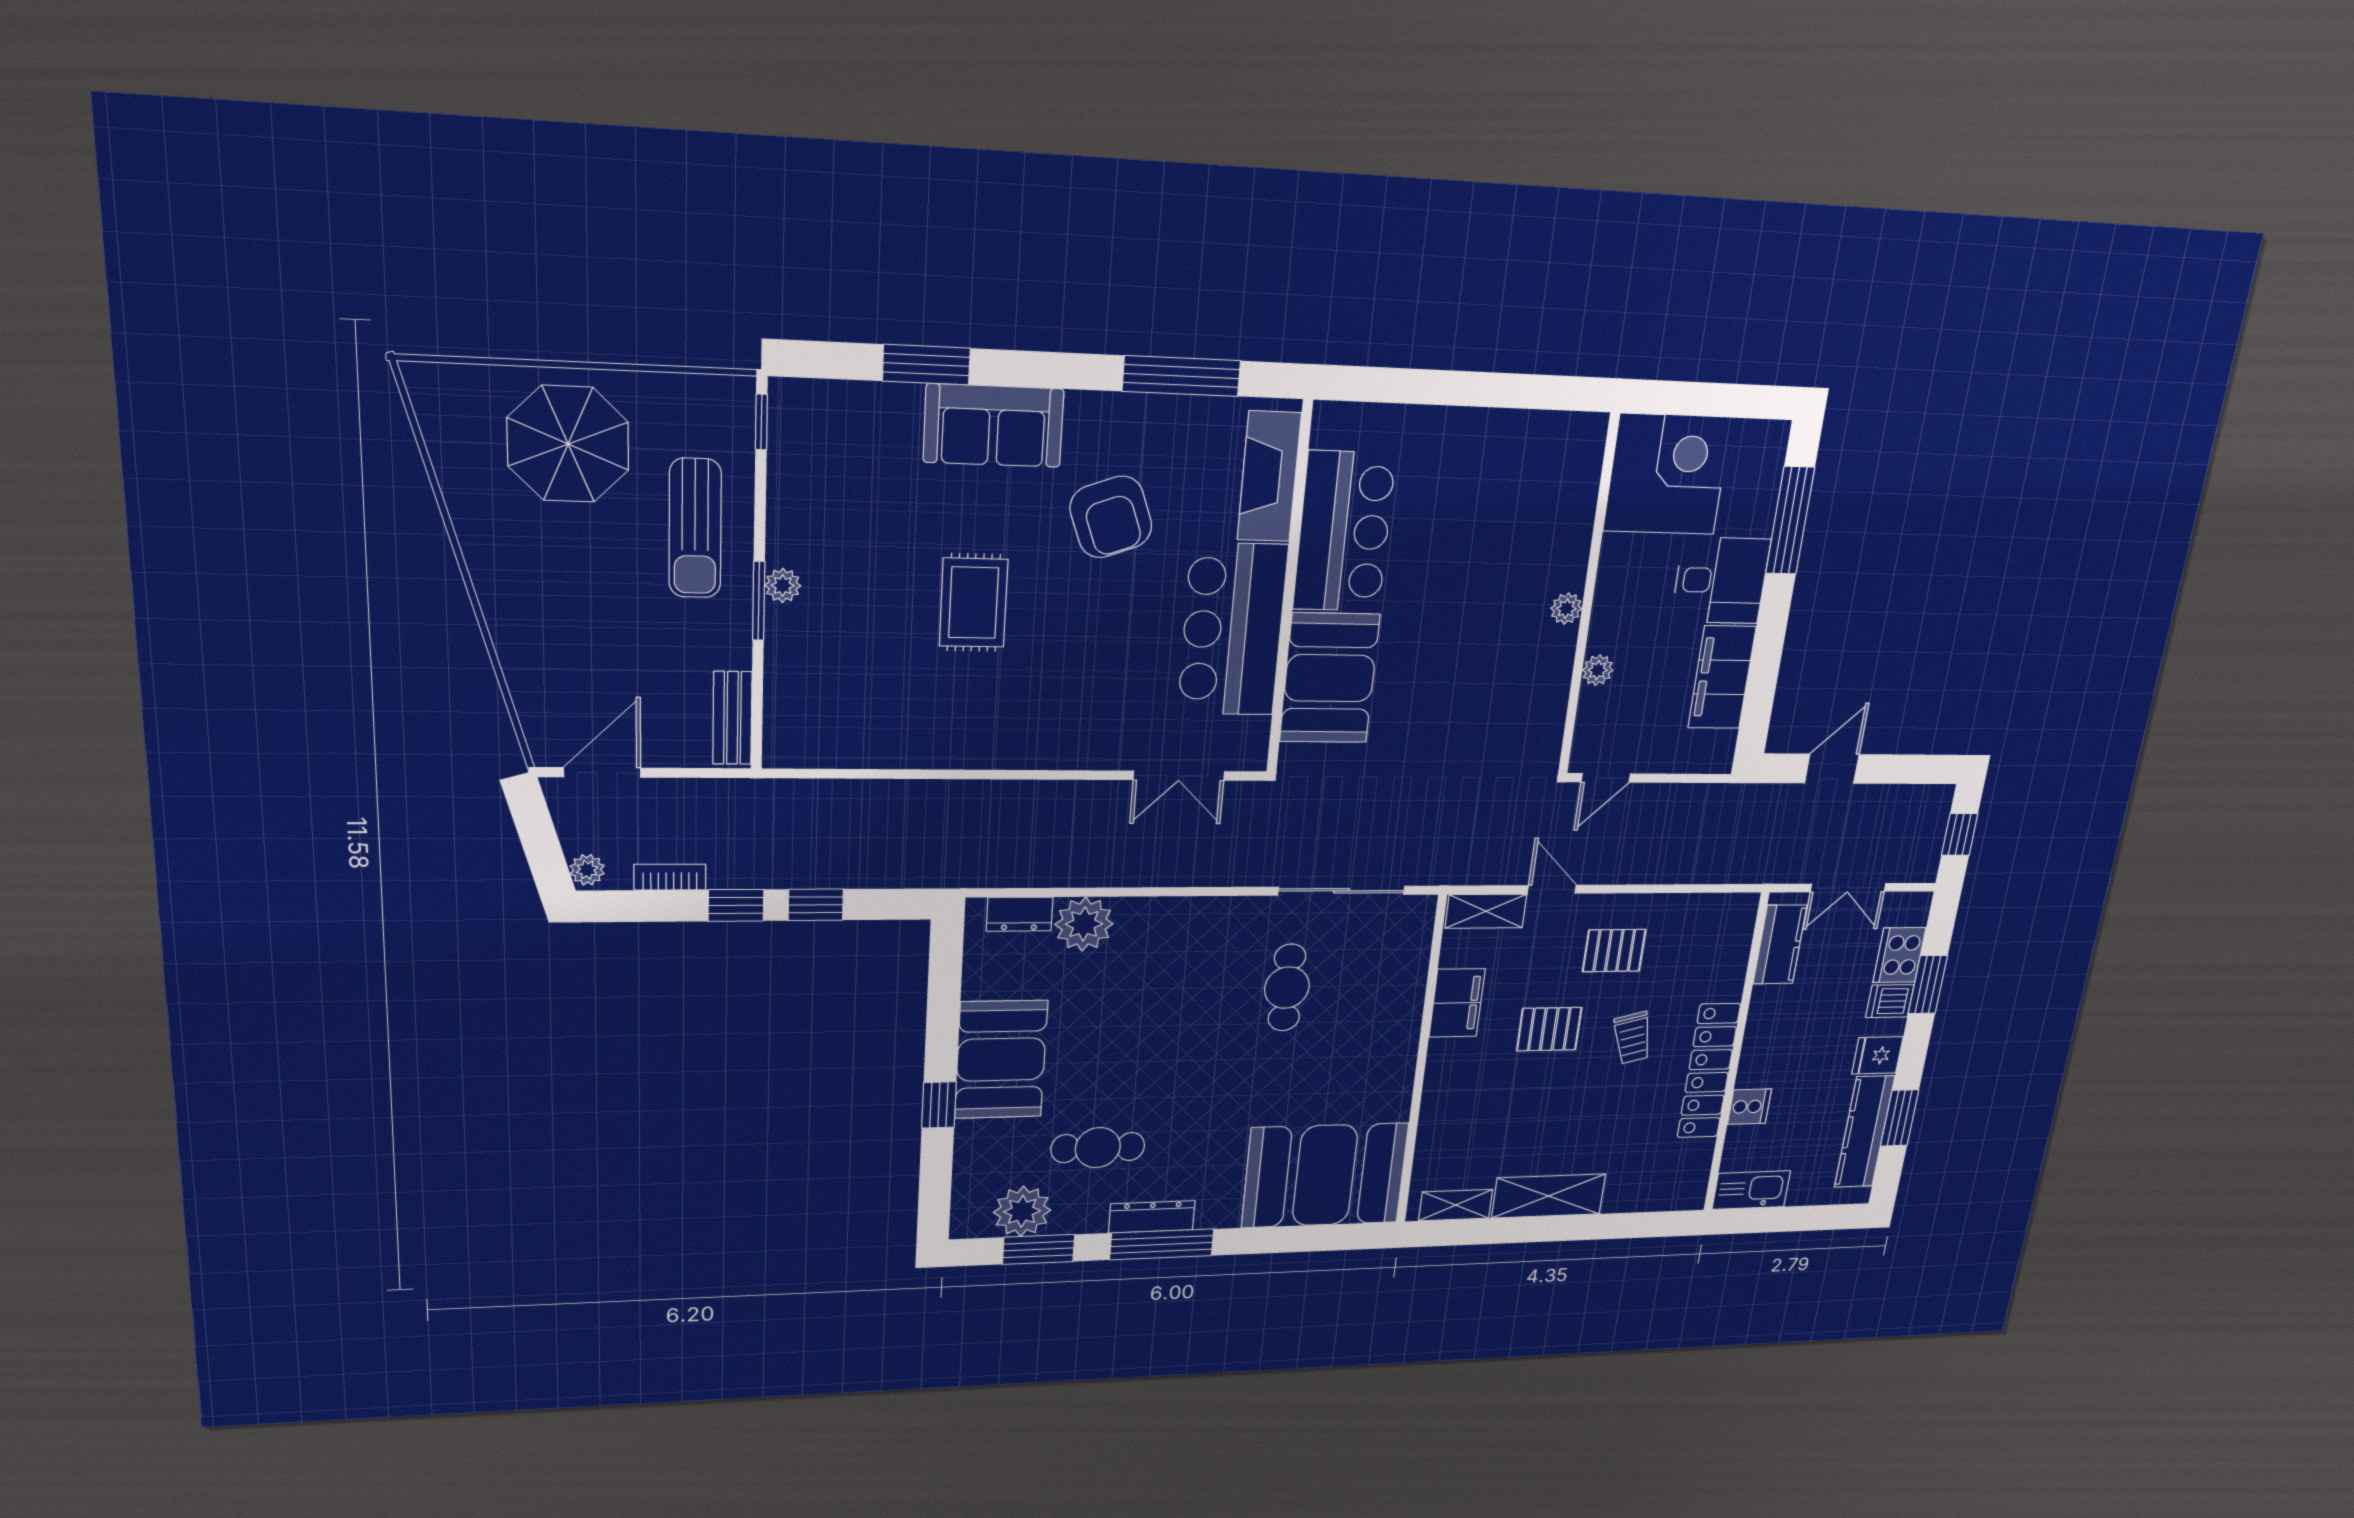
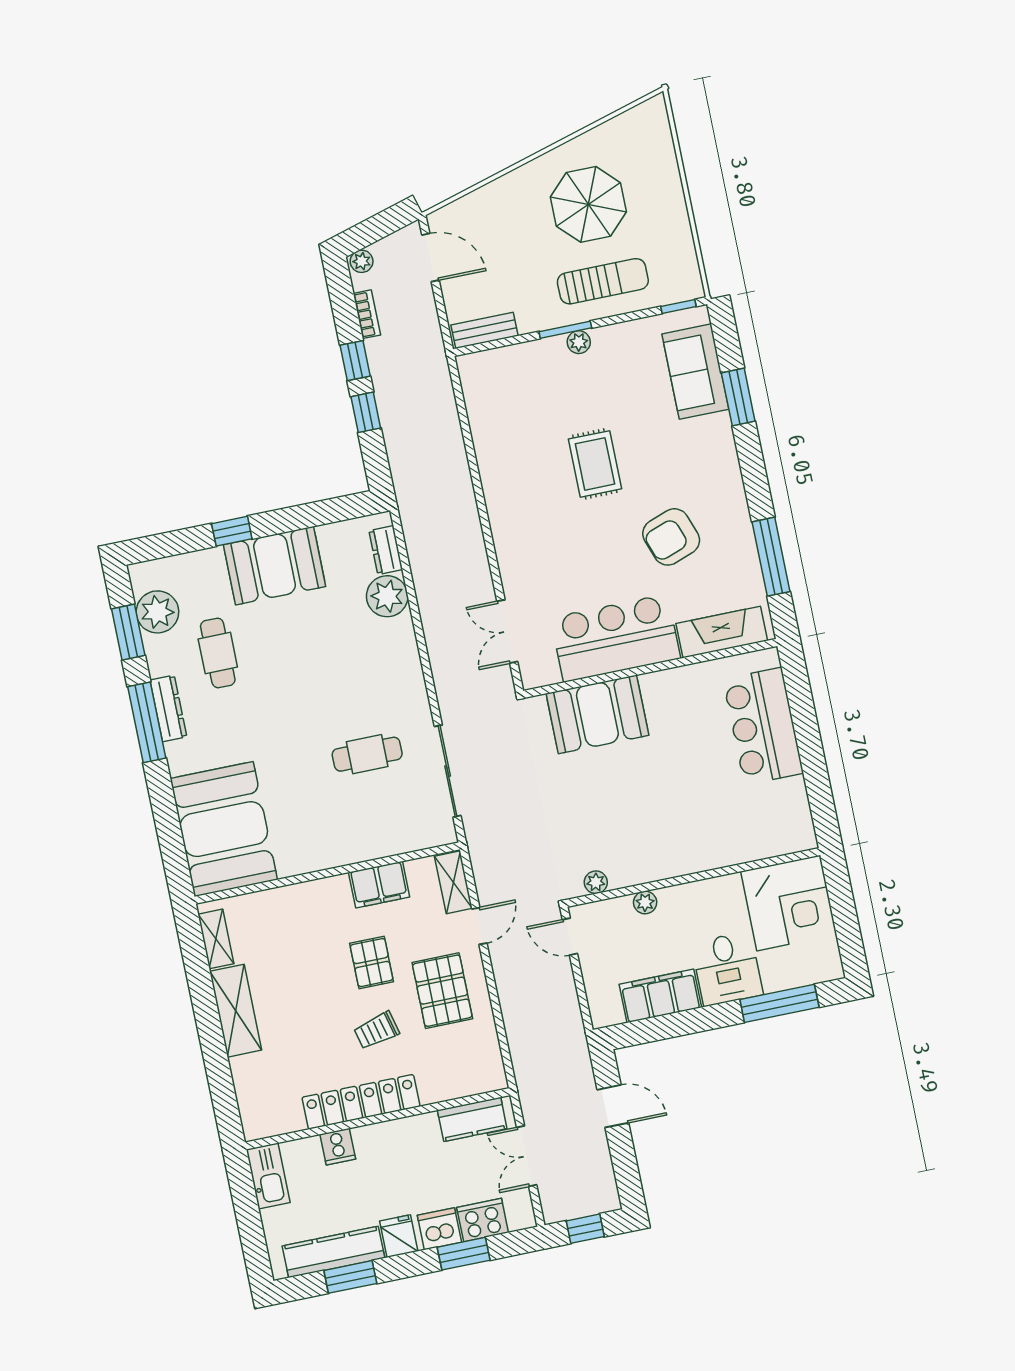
sofa: (994, 426) -> (695, 372), moved
parasol: (568, 444) -> (588, 204), moved
sun lounger: (695, 528) -> (603, 281), turned 180
bar counter: (1344, 532) -> (763, 726), moved, turned 90
rug: (974, 603) -> (595, 464), turned 90
plant: (1566, 609) -> (596, 882), moved
pallet: (1614, 951) -> (442, 991), width x1.50, depth x1.42
dishwasher: (1890, 1001) -> (439, 1229), width x1.38

